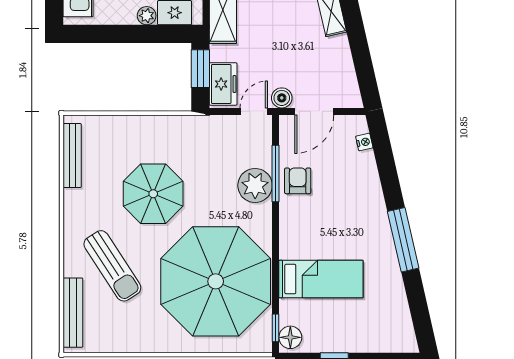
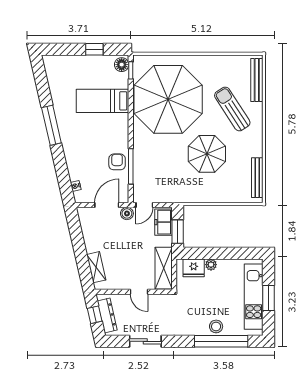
armchair: (298, 181) -> (117, 162), turned 180
plant: (255, 185) -> (144, 159), removed

